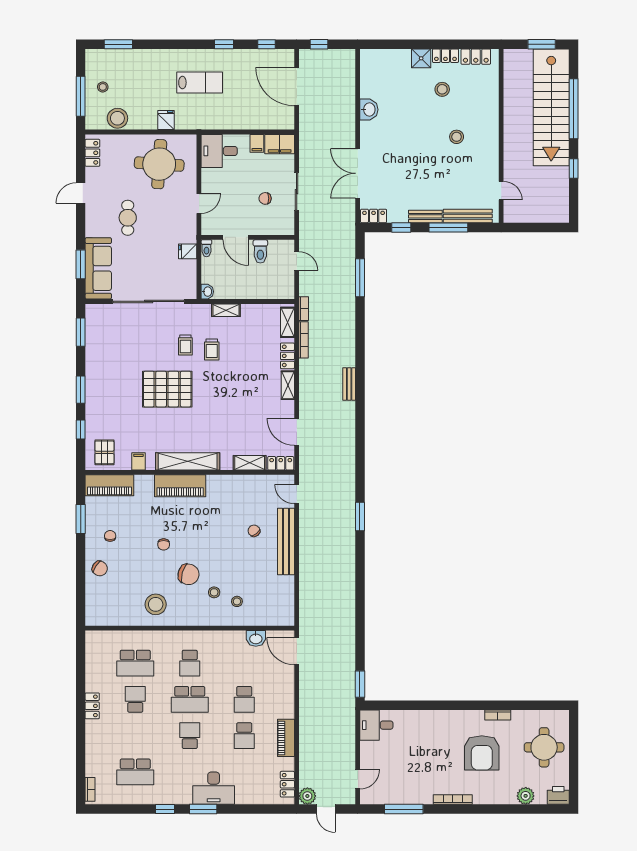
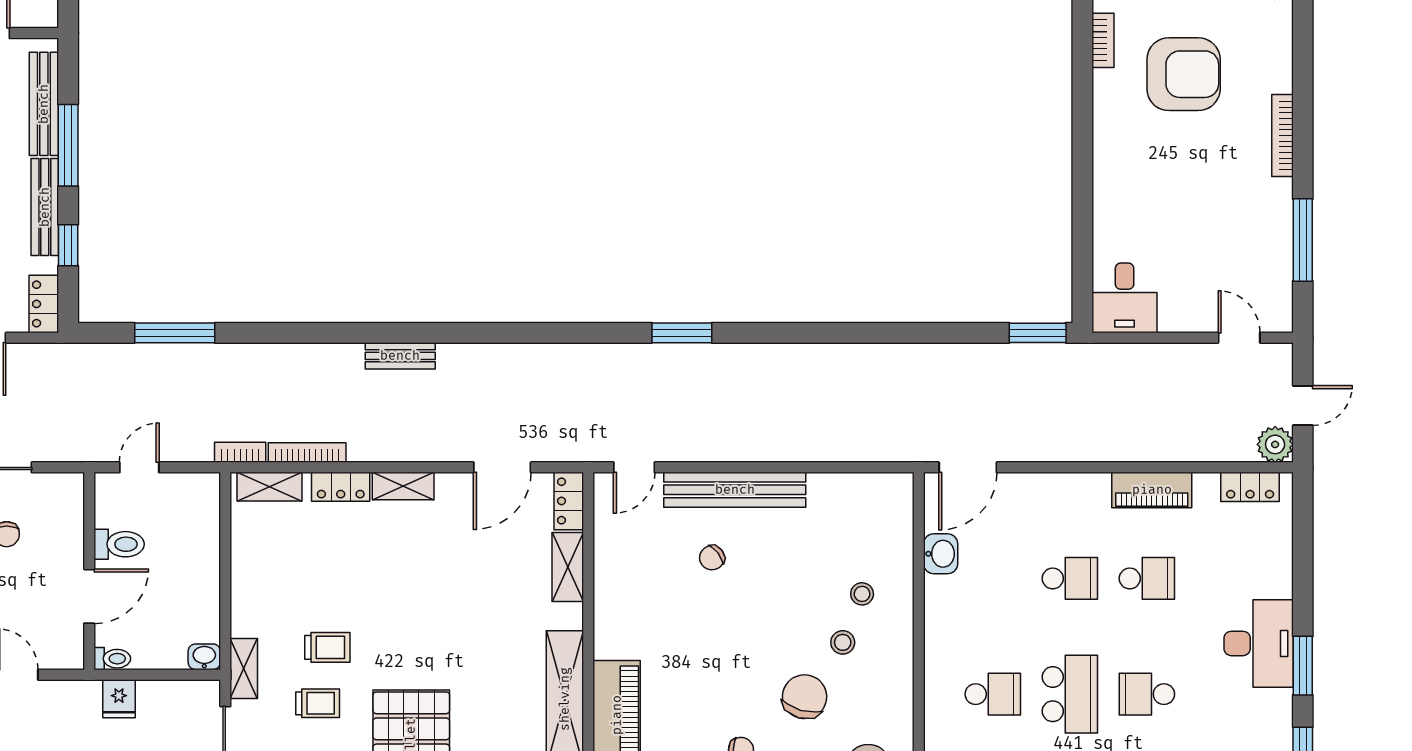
bench: (425, 216) -> (45, 207), width x1.36
shelving: (226, 310) -> (244, 669), moved

